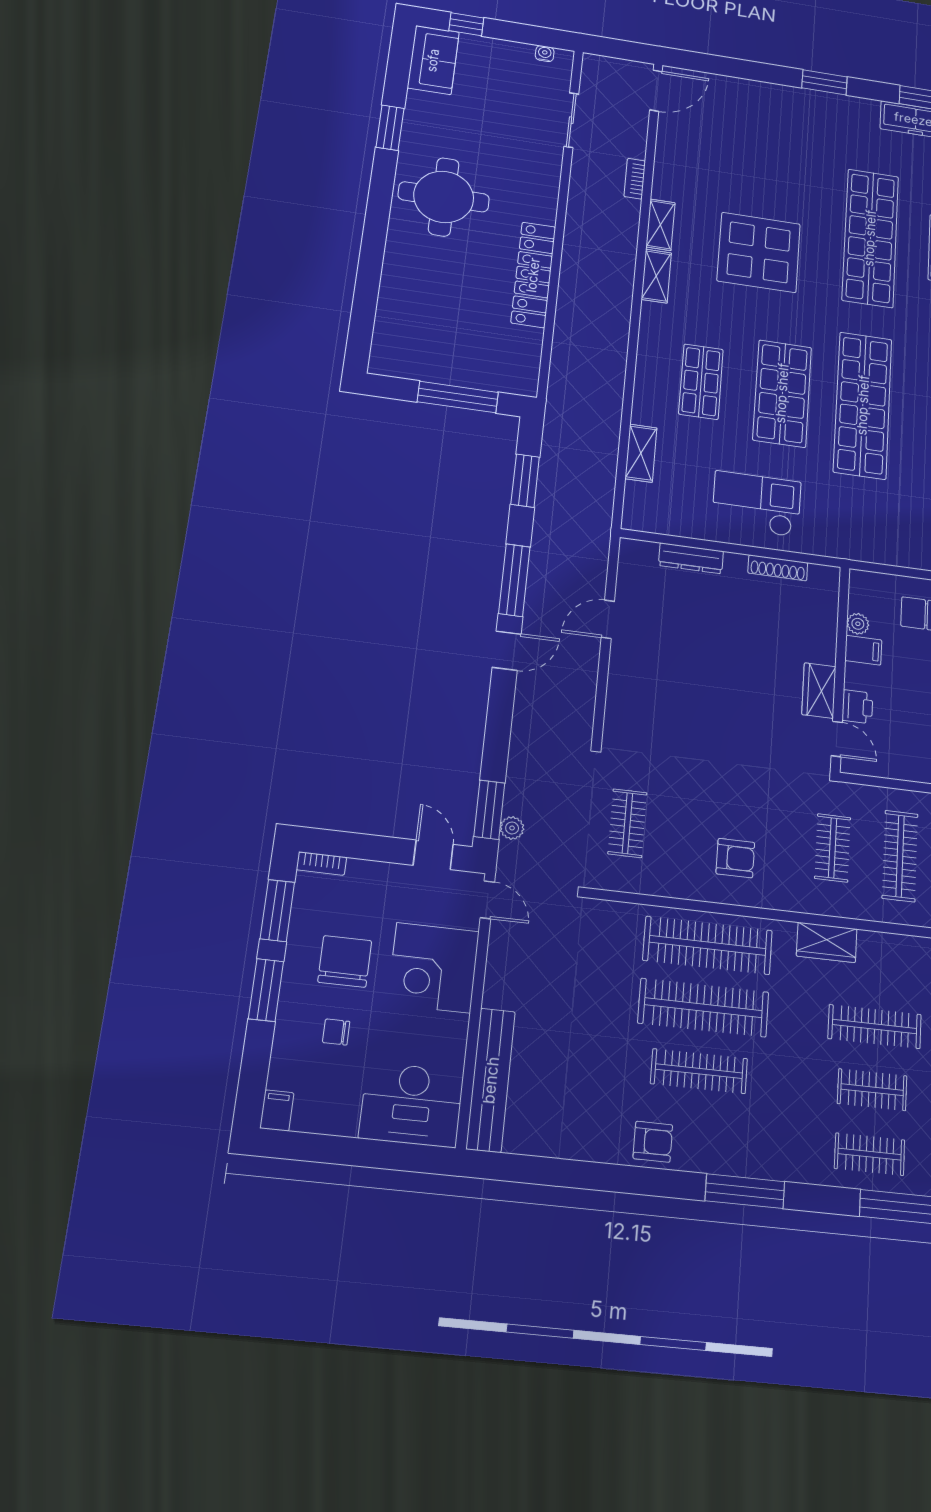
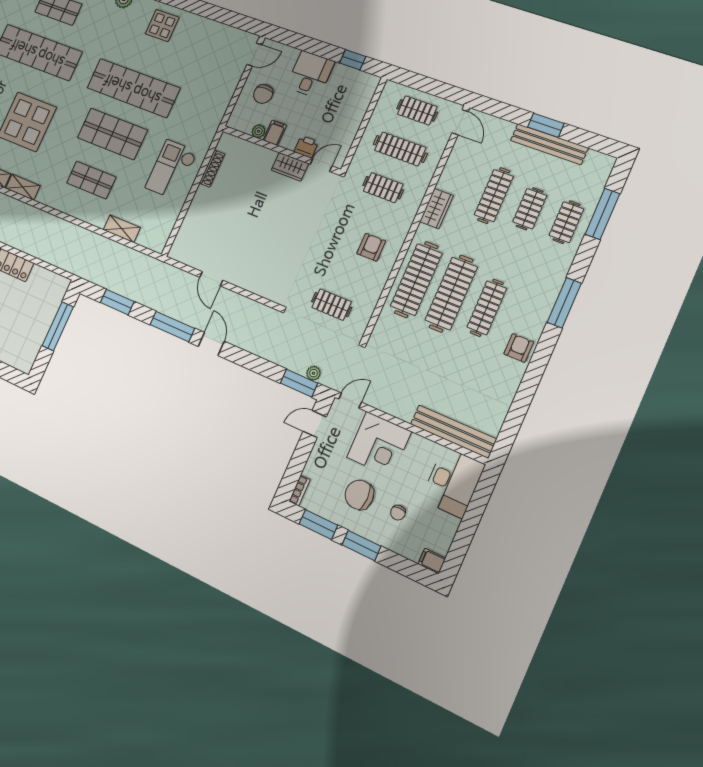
dresser: (691, 558) -> (191, 218), removed

